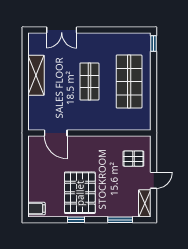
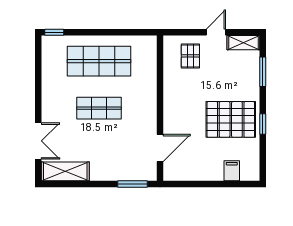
shelving: (36, 75) -> (65, 171), moved
window: (25, 110) -> (133, 184), added
door: (154, 180) -> (216, 32), hinge flipped
filing cabinet: (36, 209) -> (232, 171), moved

